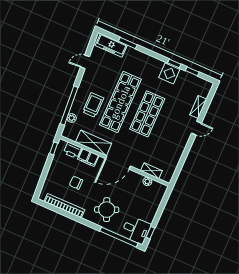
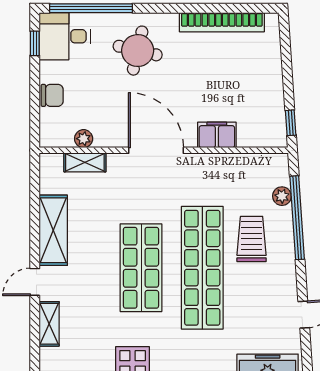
trolley: (93, 105) -> (252, 239), turned 180
shelving: (94, 143) -> (53, 230), moved, turned 90
printer: (72, 150) -> (253, 135), removed
door: (118, 162) -> (156, 150), hinge flipped
chair: (76, 183) -> (52, 95), moved
round table: (107, 210) -> (138, 51), turned 36

